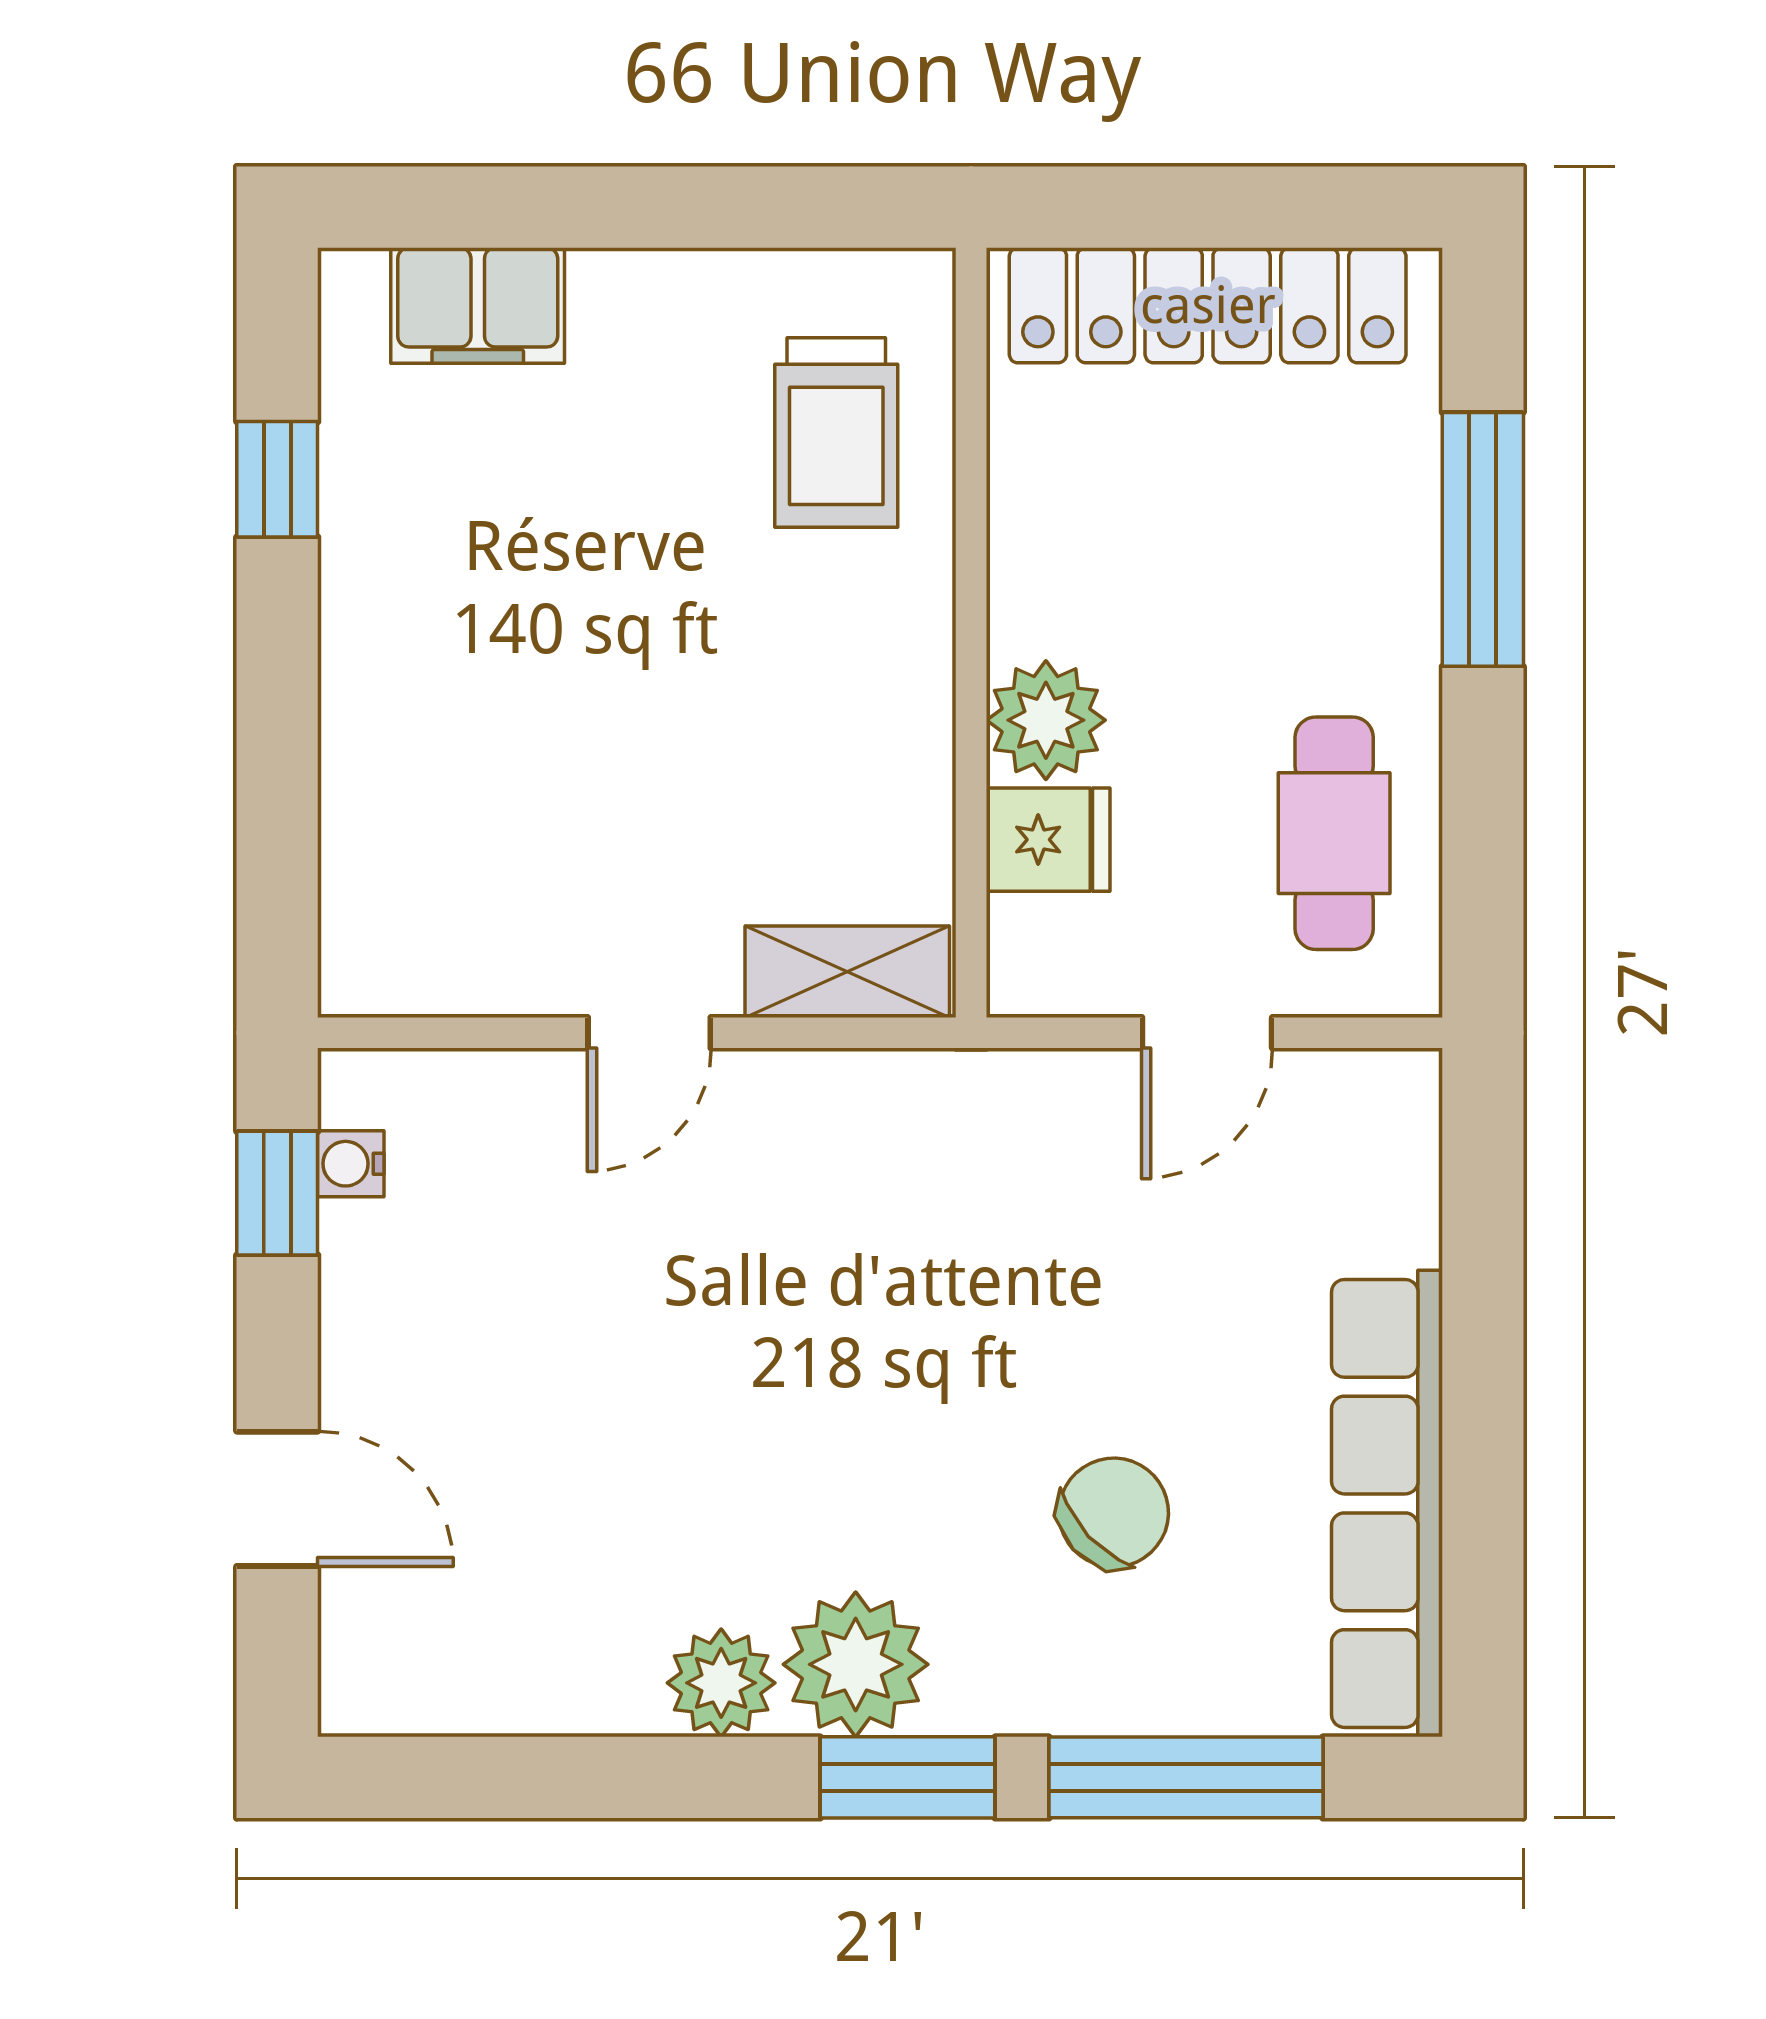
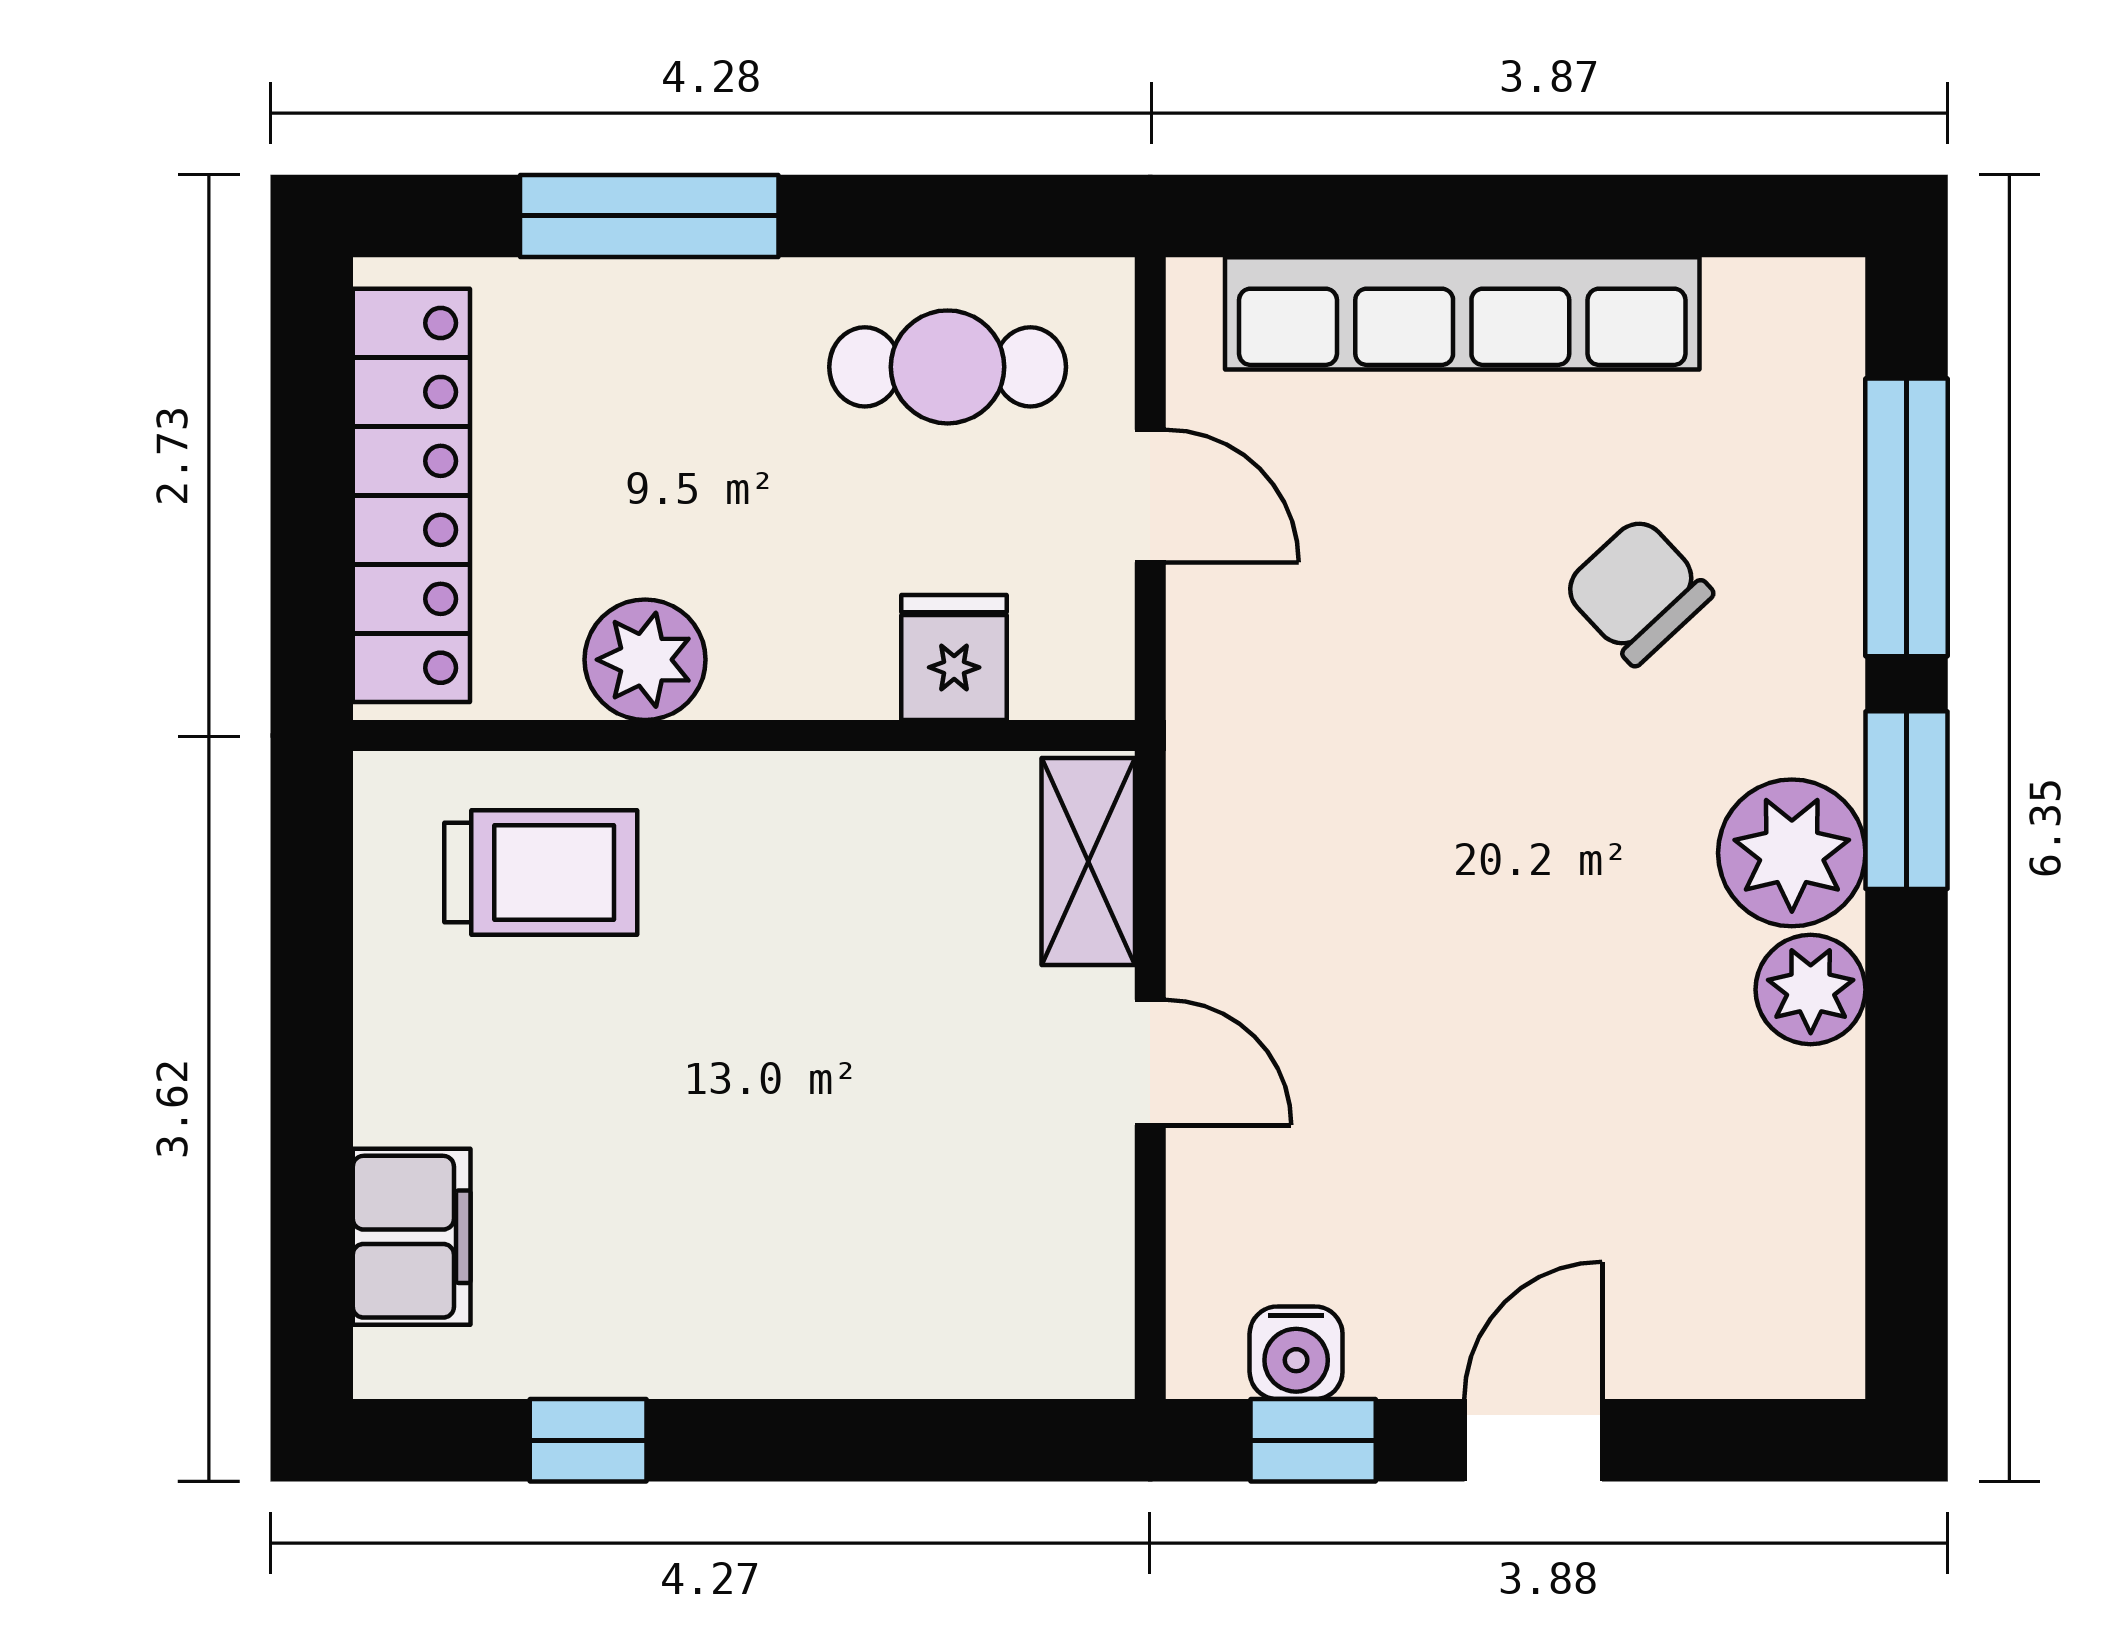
plant: (1046, 720) -> (645, 660), moved
water cooler: (351, 1164) -> (1296, 1353), width x1.38, depth x1.38
door: (277, 1499) -> (1533, 1440), moved
row of seats: (1387, 1503) -> (1462, 313), moved

